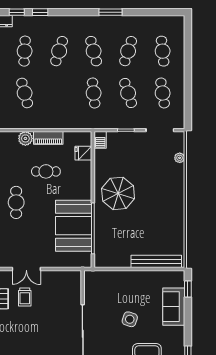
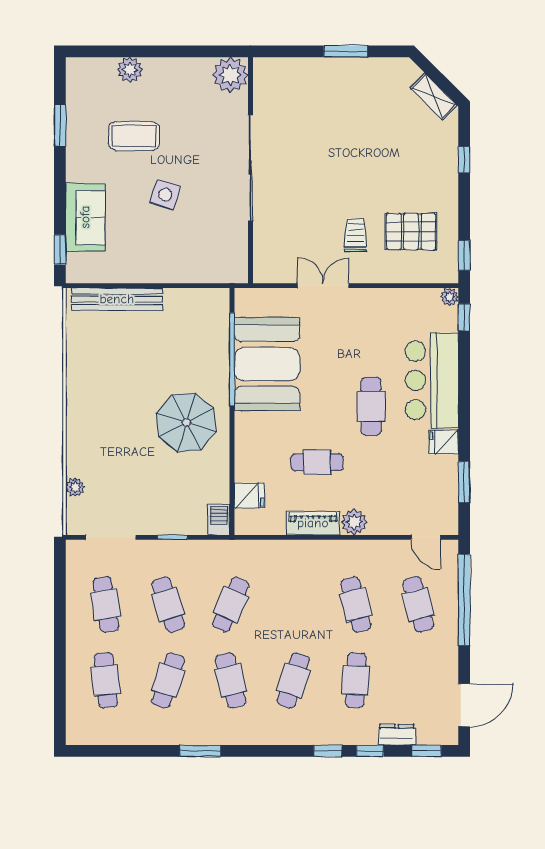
cafe table: (94, 93) -> (231, 604), turned 30
double door: (26, 269) -> (323, 286), moved

